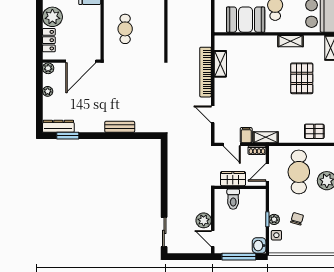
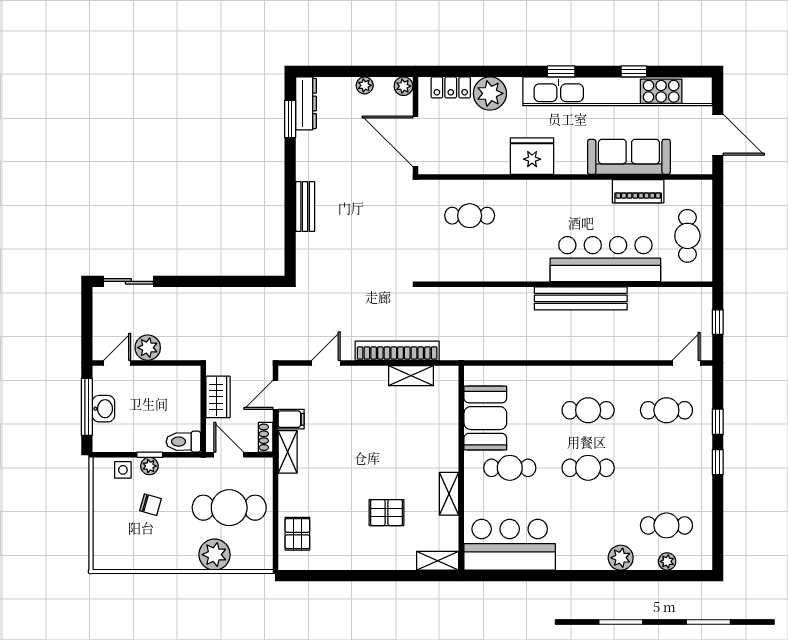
pallet: (302, 78) -> (387, 513), width x0.67, depth x0.71
toilet: (233, 199) -> (183, 442), moved
washbasin: (259, 246) -> (103, 409), moved, turned 90

